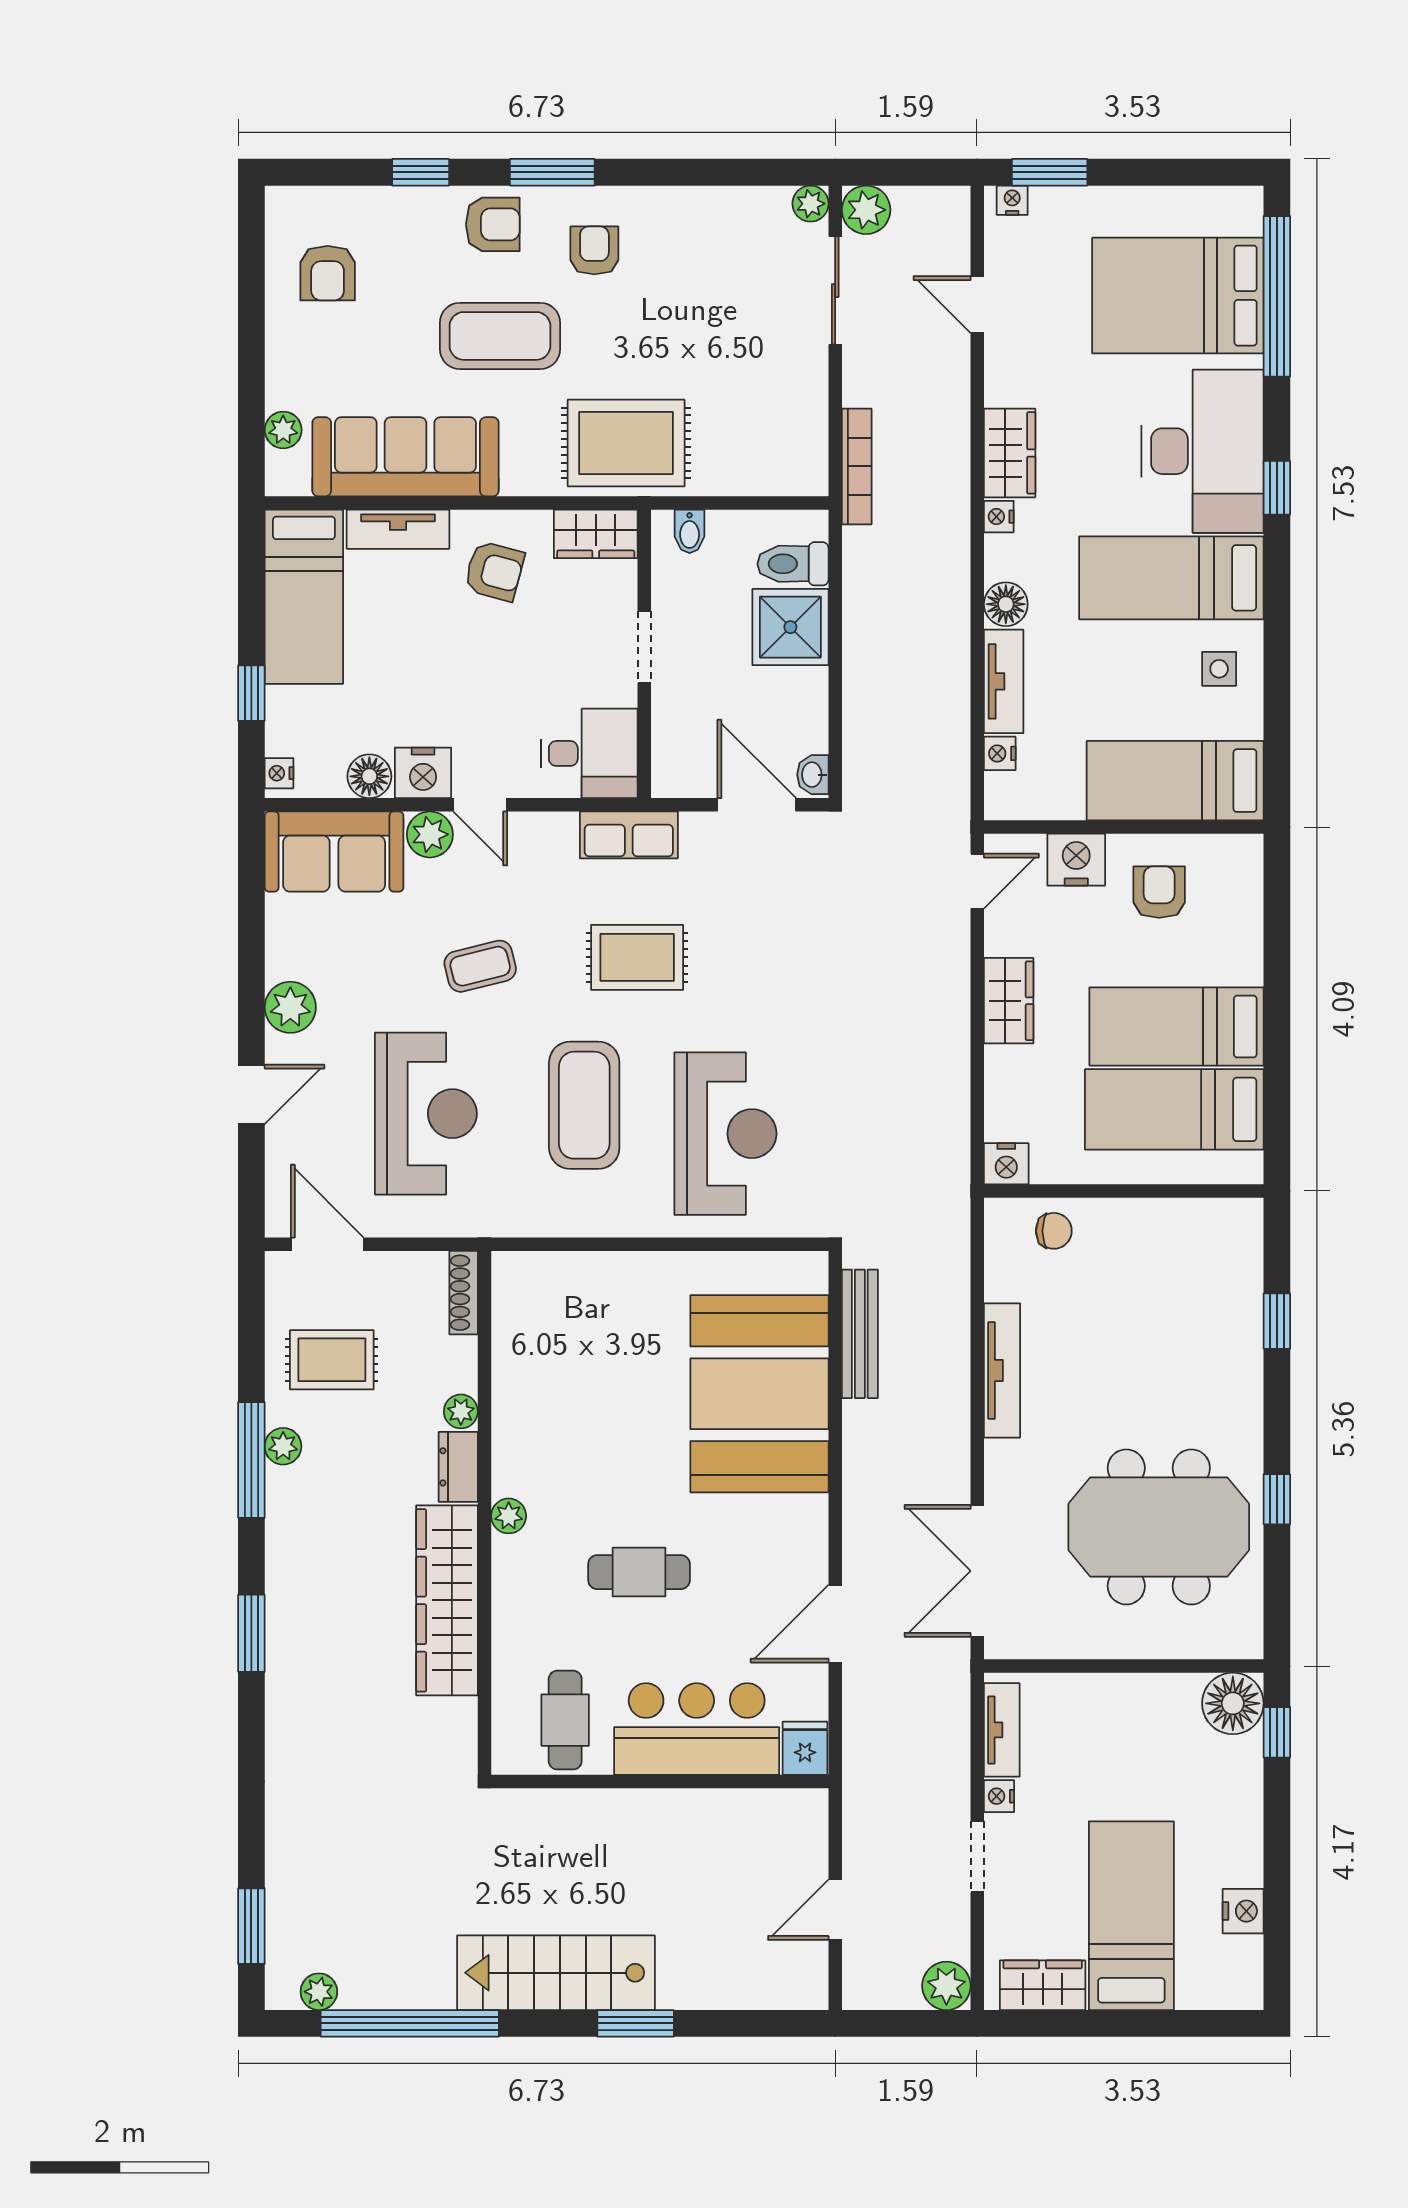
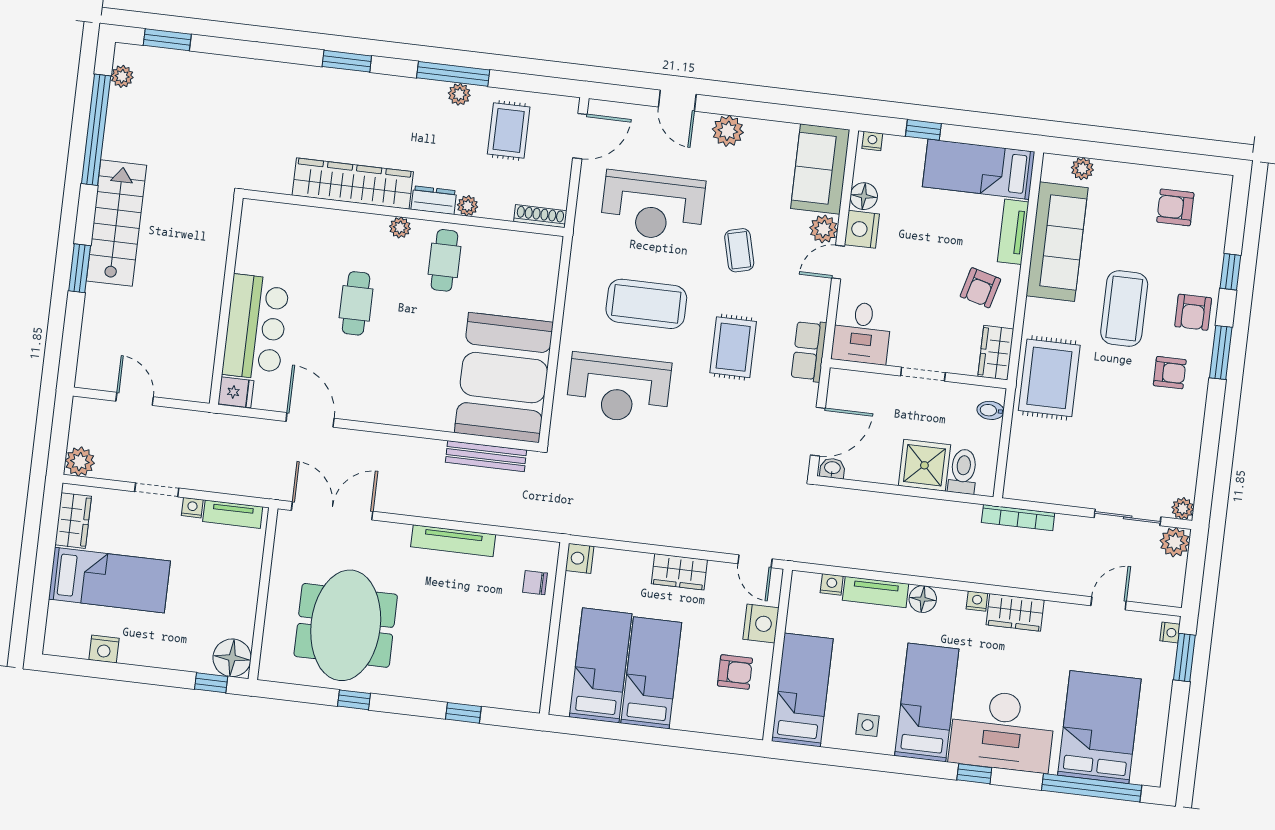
chair: (1054, 1231) -> (535, 583), turned 90
booth: (759, 1394) -> (504, 378), moved, turned 90
cafe table: (565, 1720) -> (444, 260), moved, turned 90

